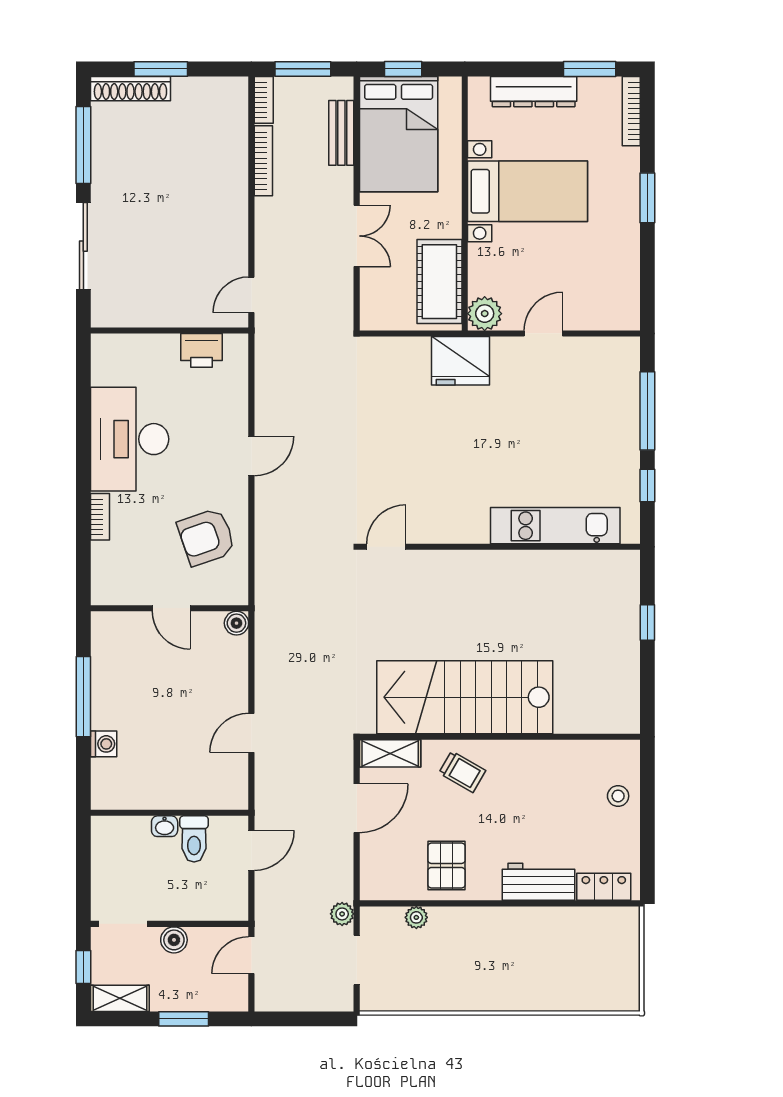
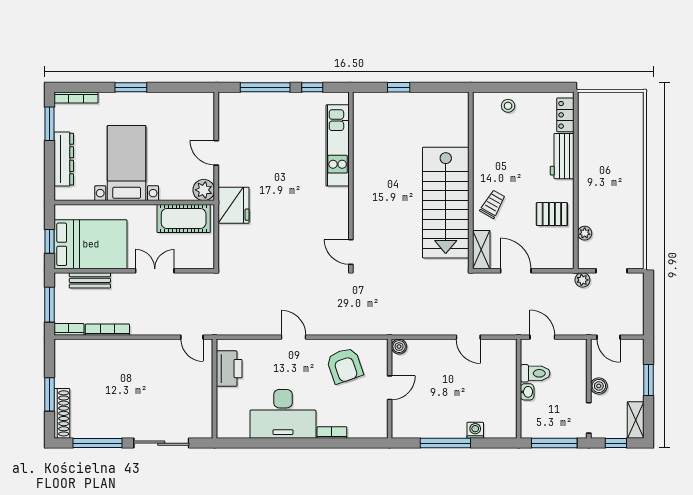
printer: (202, 350) -> (229, 369), width x1.37, depth x1.19
window: (83, 869) -> (554, 443), added

